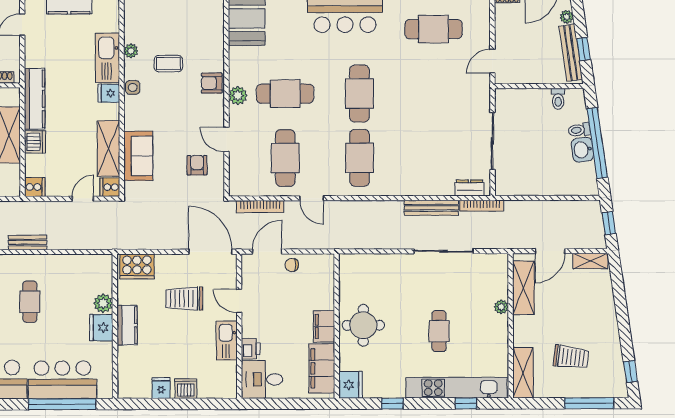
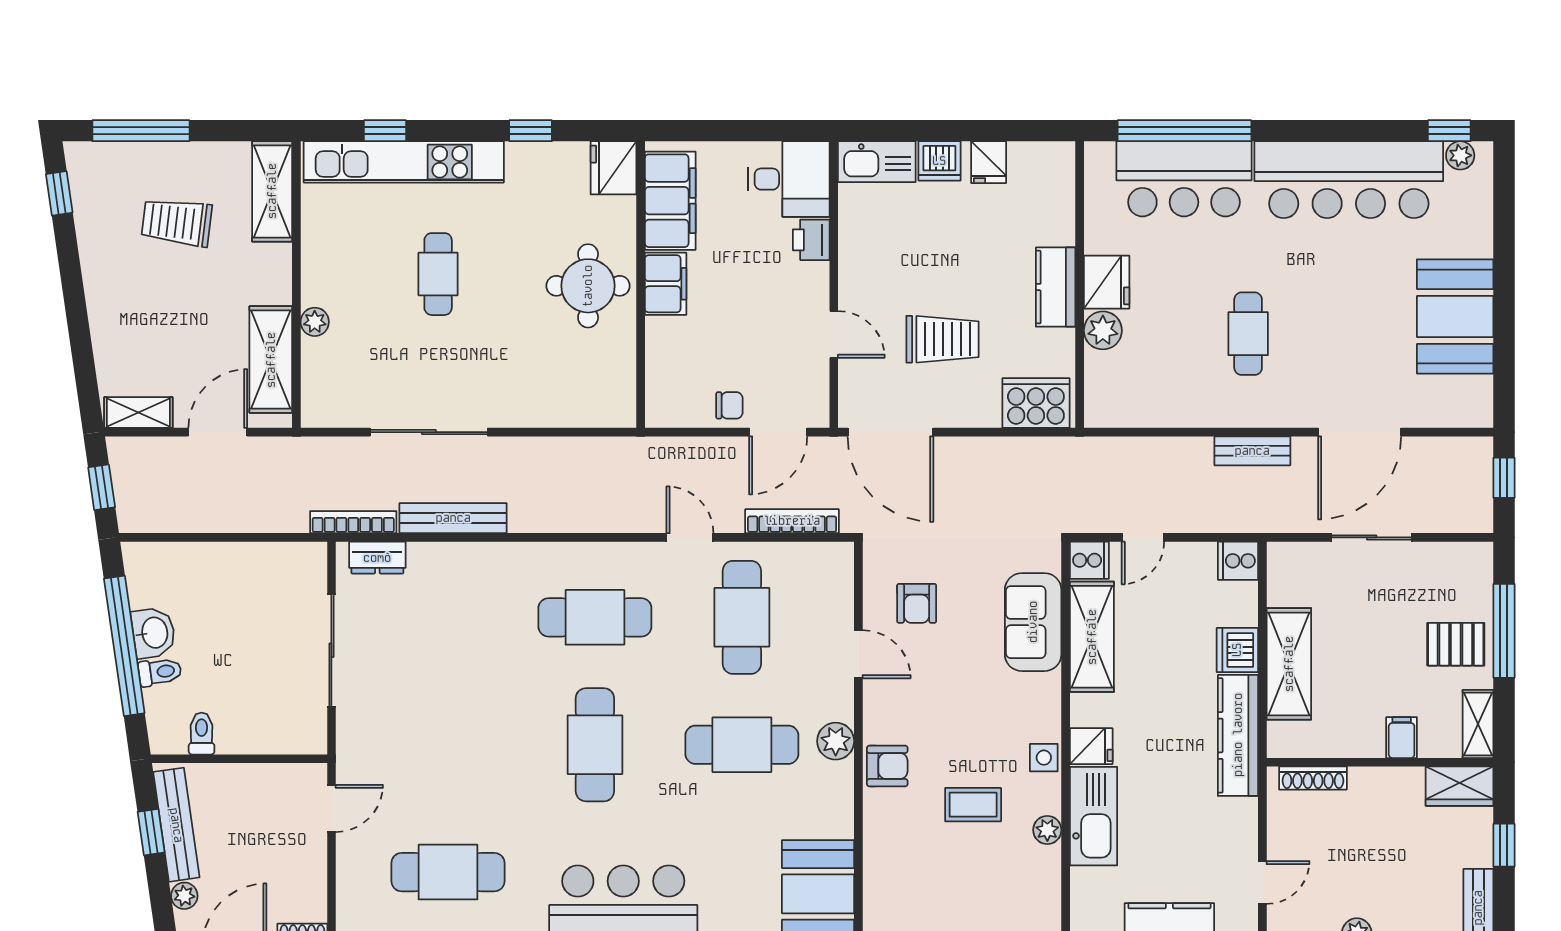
cafe table: (360, 158) -> (595, 617), turned 90
kitchen sink: (227, 341) -> (877, 162), moved, turned 90

